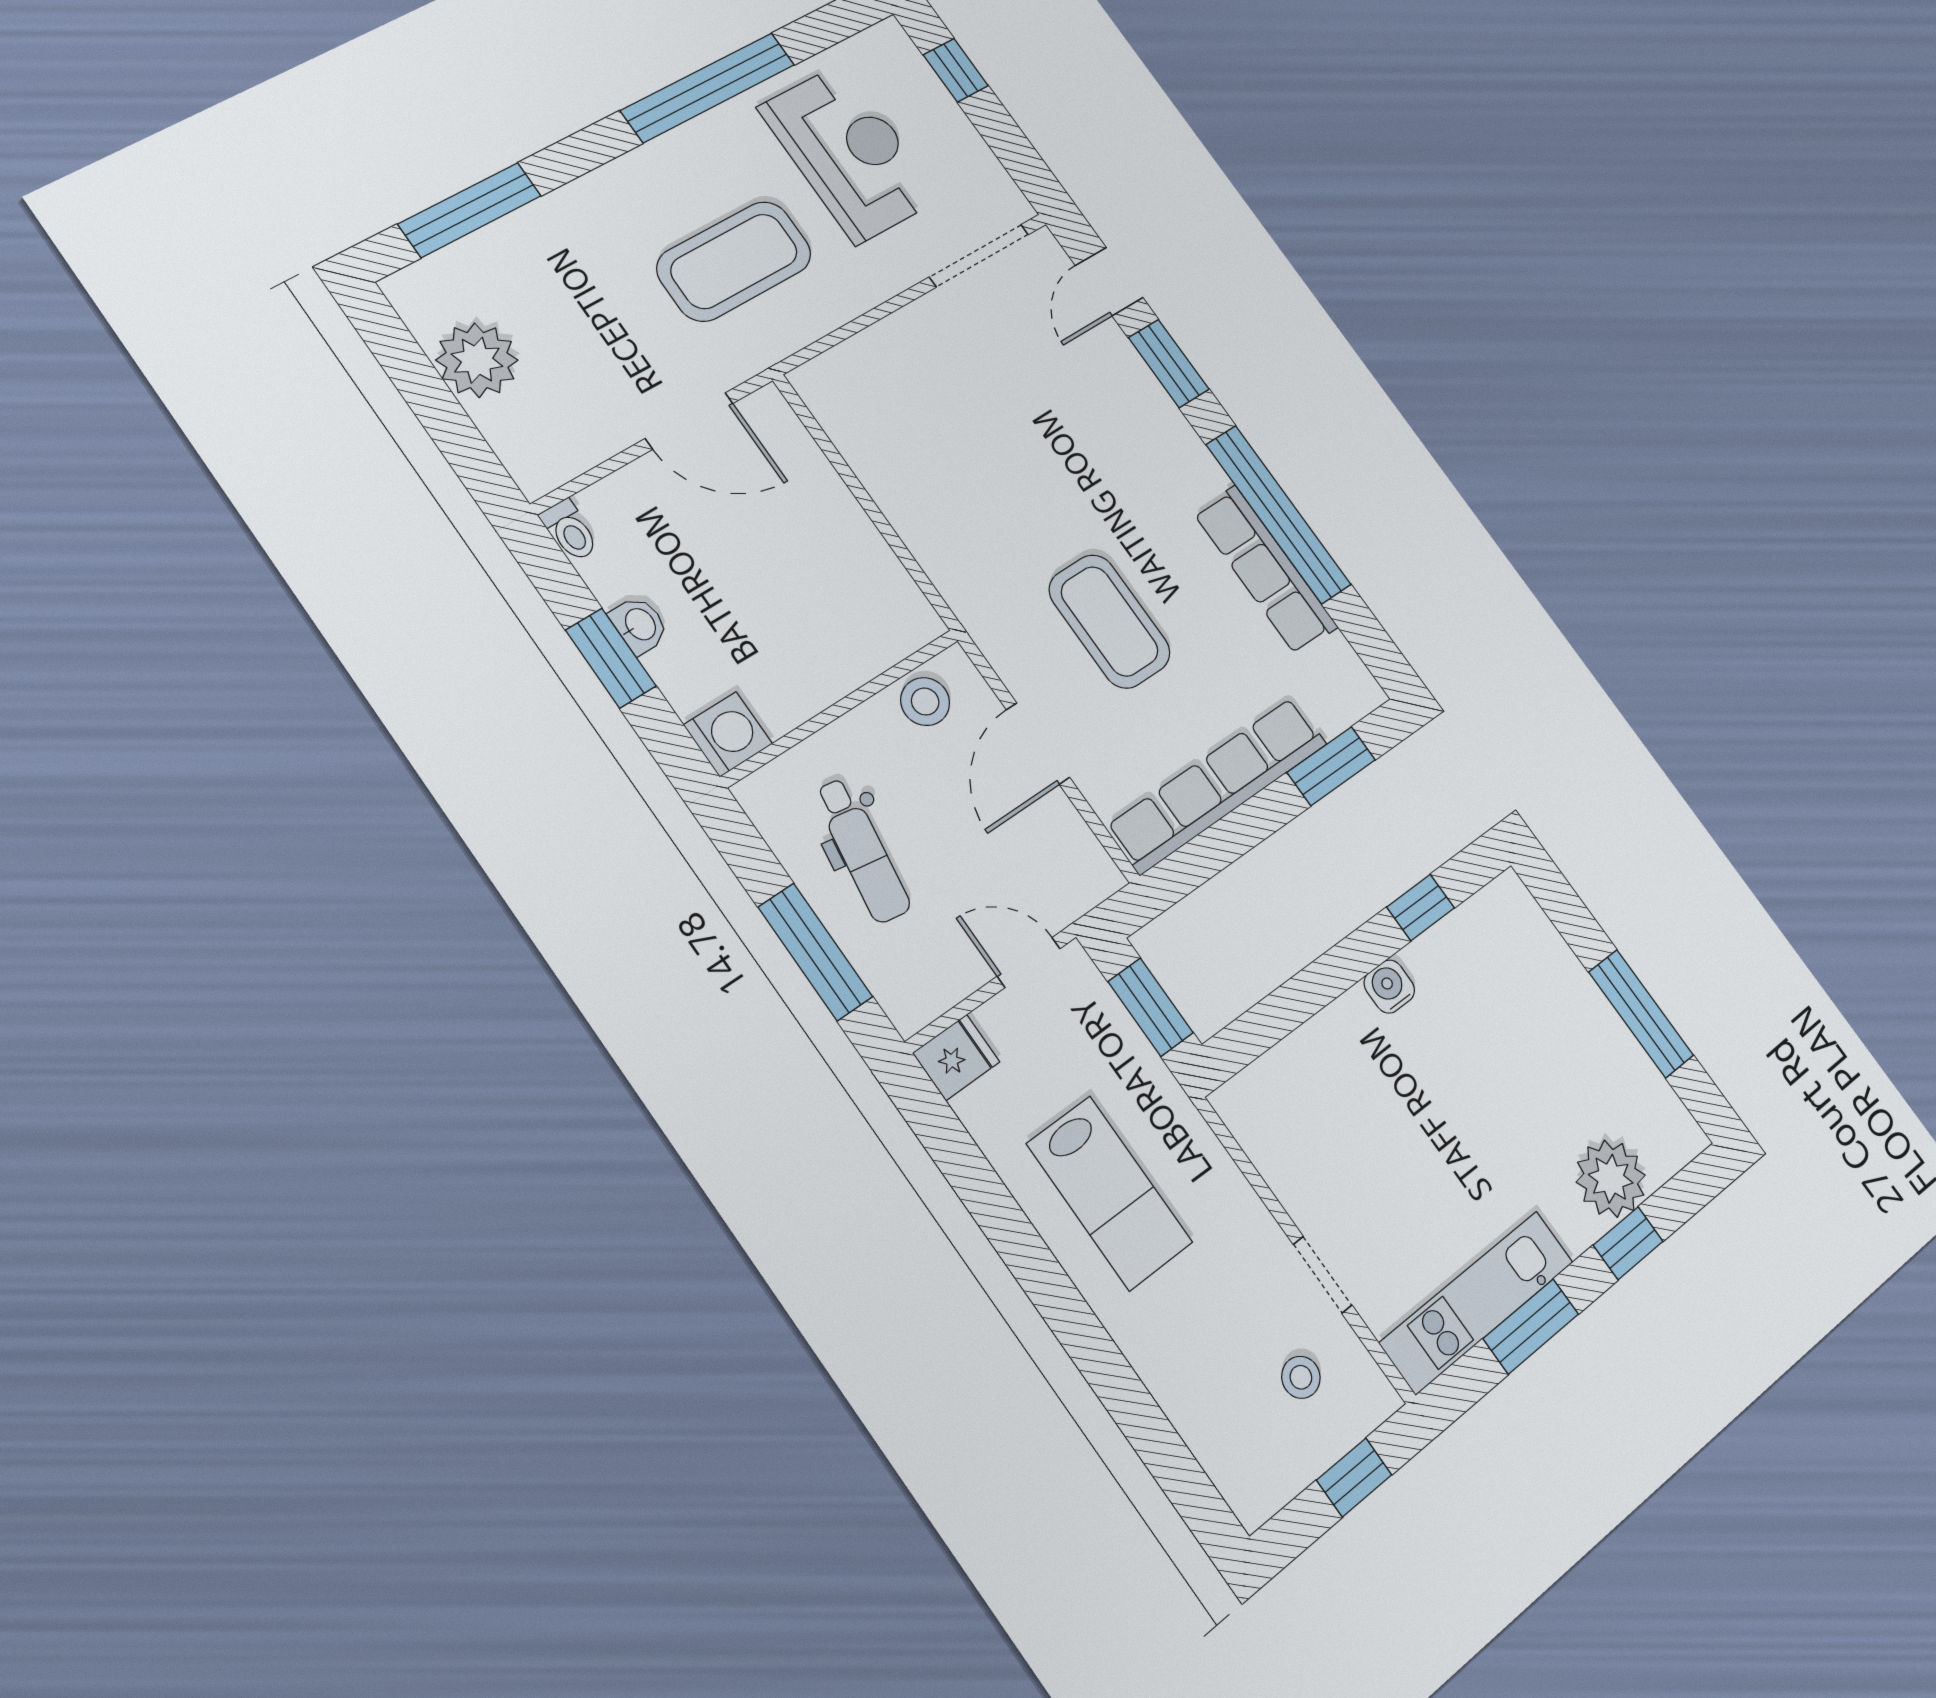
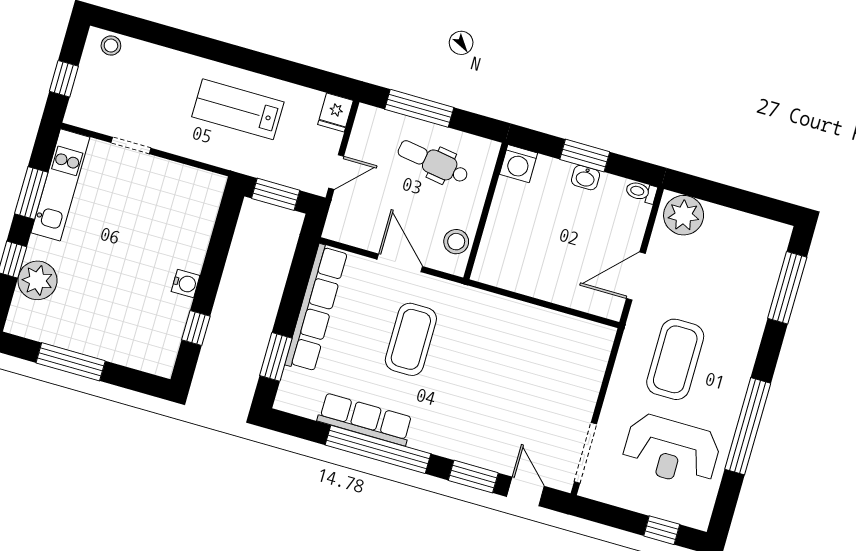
plant: (477, 360) -> (684, 215), moved
coffee table: (1110, 621) -> (411, 339), turned 90
stool: (1301, 1377) -> (111, 46), moved

